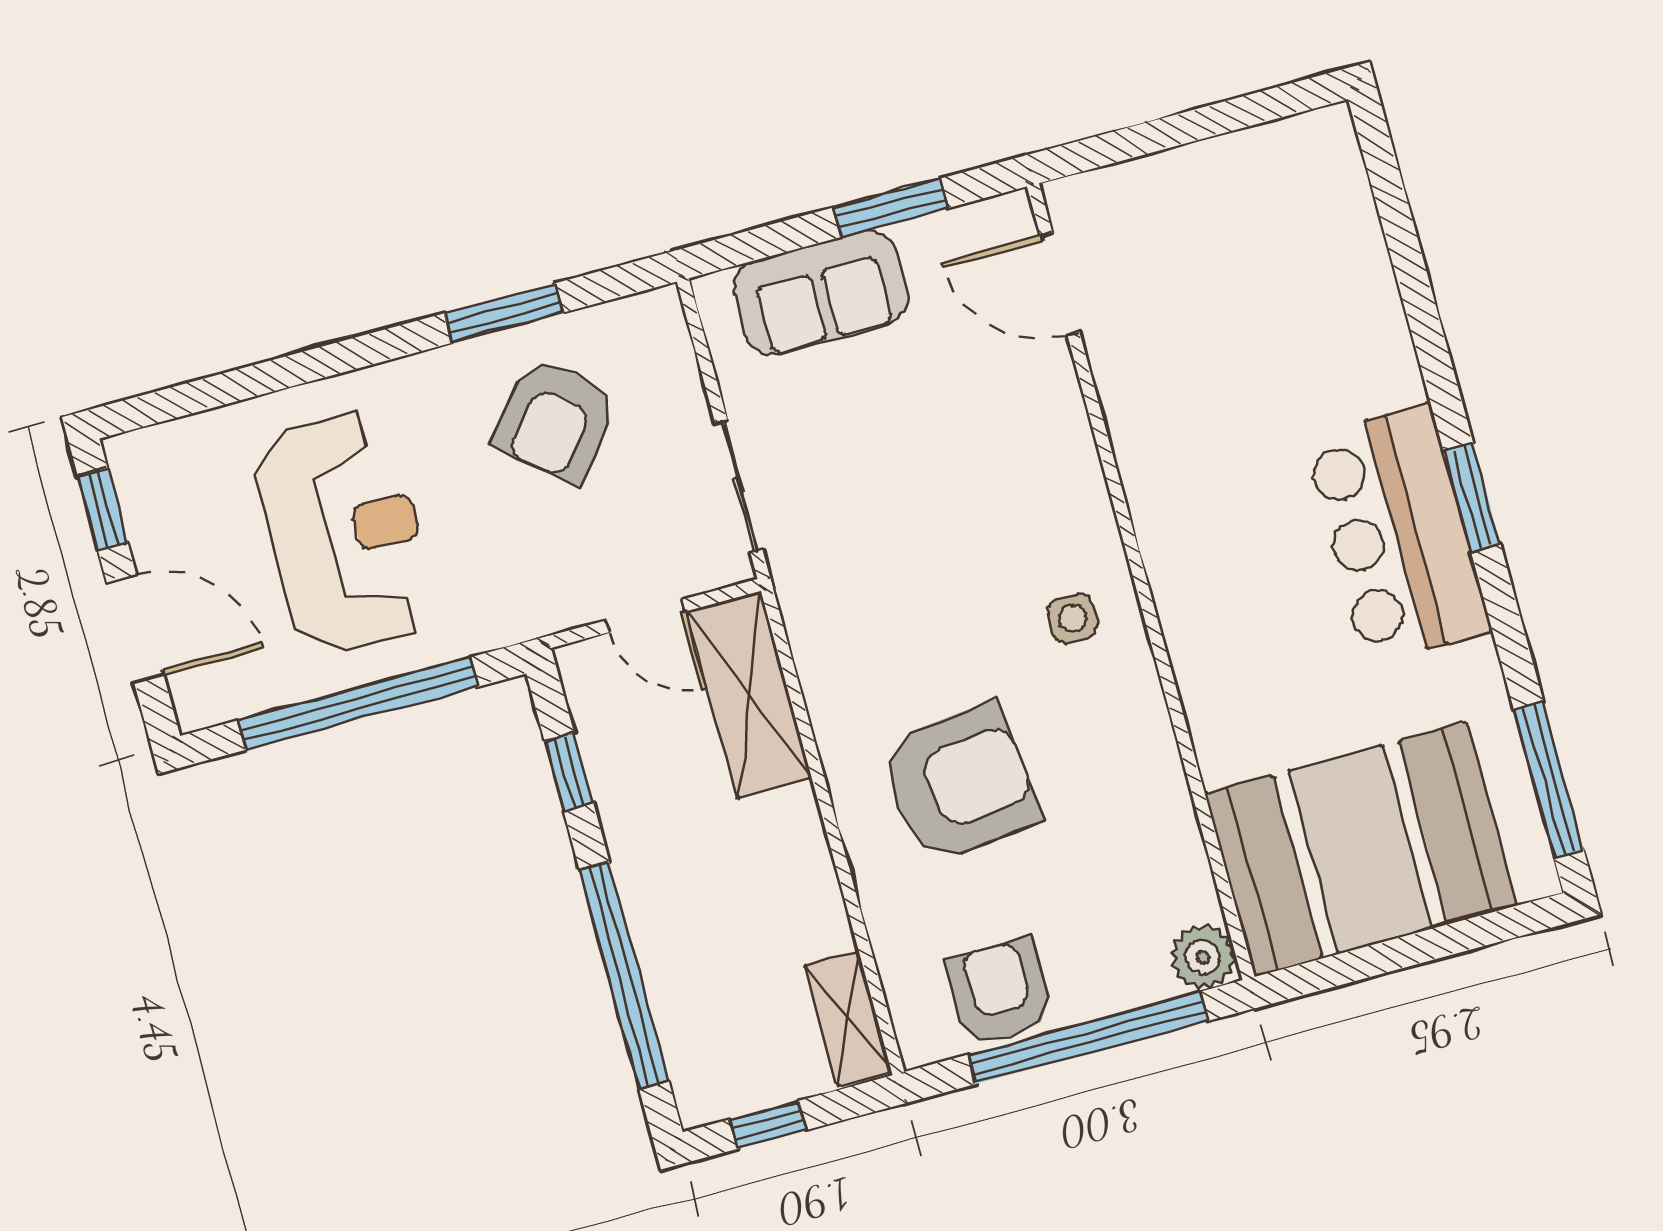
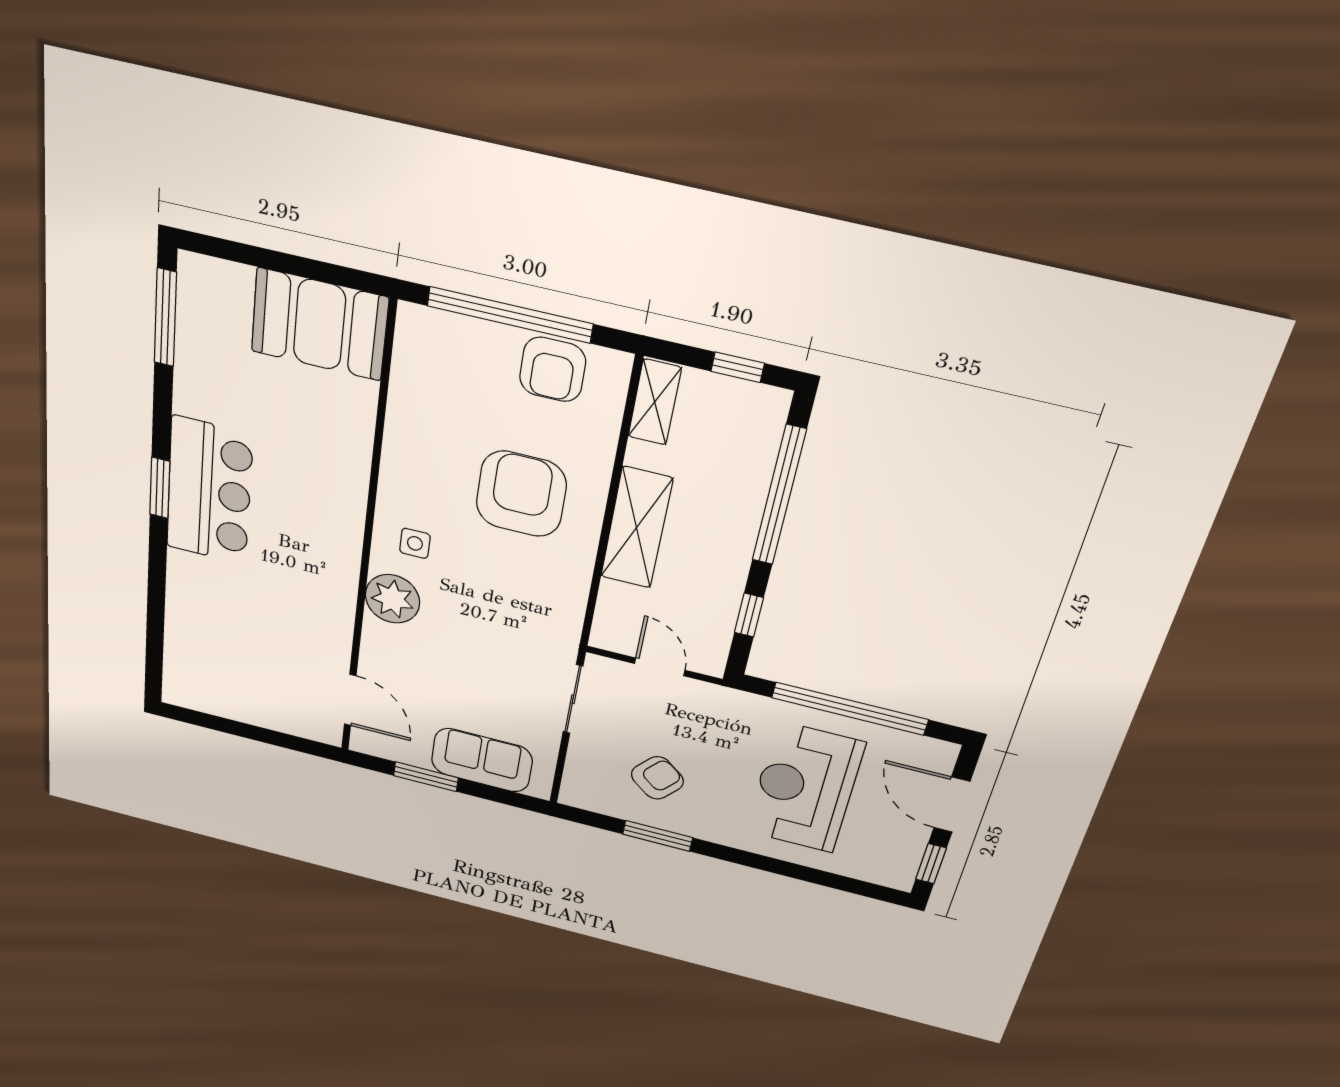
armchair: (555, 420) -> (657, 778), width x0.72, depth x0.72
shelving: (749, 695) -> (636, 528), moved
armchair: (960, 783) -> (521, 494), turned 96
booth: (1361, 849) -> (319, 324), width x0.73, depth x0.70
plant: (1203, 957) -> (392, 599), moved, width x1.36, depth x1.36

